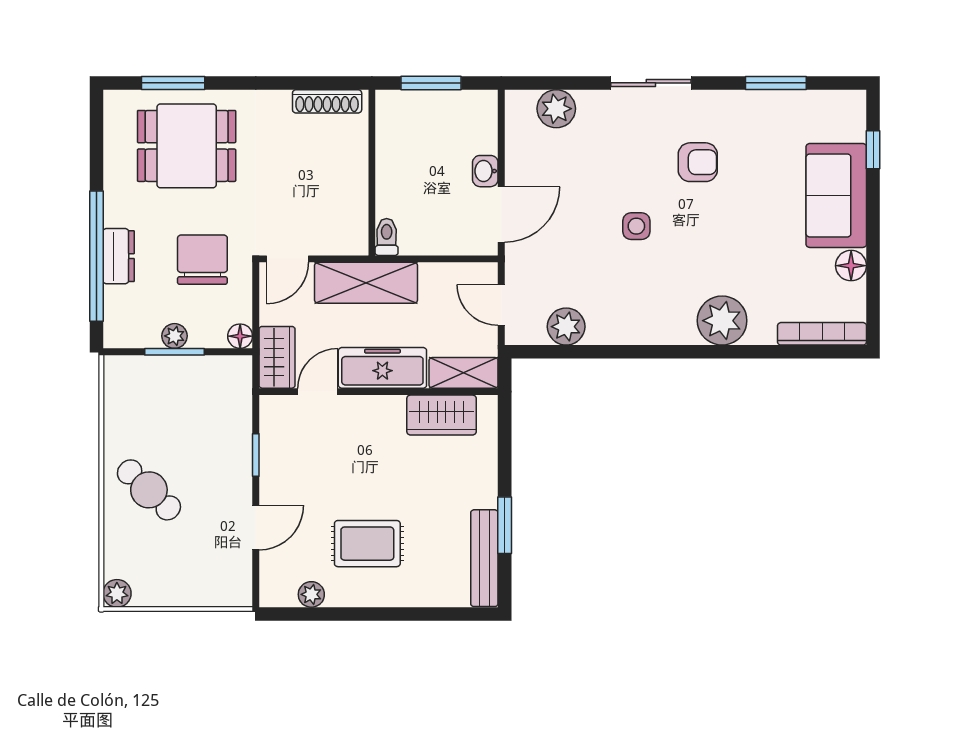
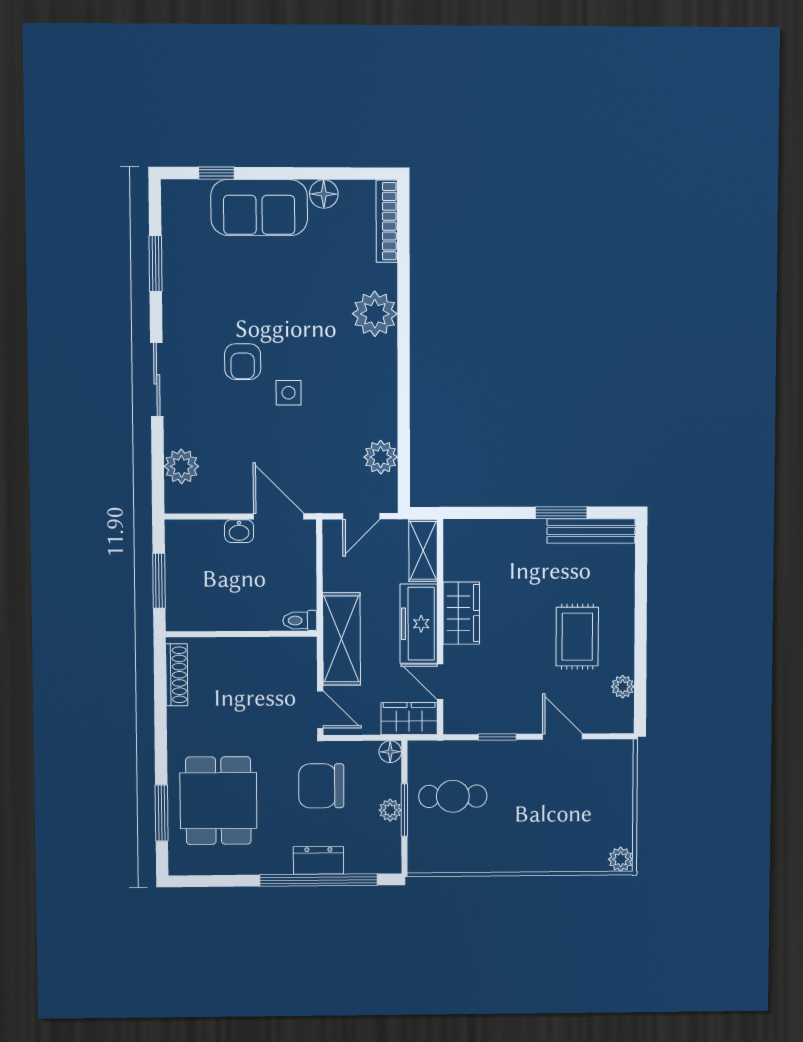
armchair: (698, 162) -> (243, 362), moved, turned 180
wardrobe: (442, 415) -> (461, 613), moved
cafe table: (149, 490) -> (453, 796), moved, turned 47

